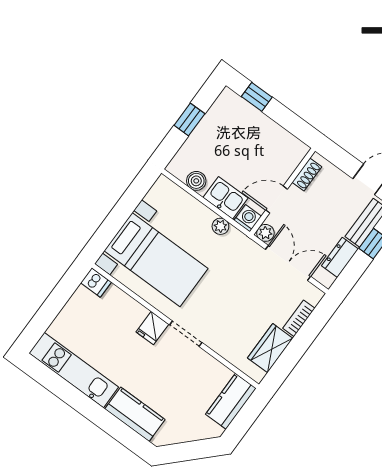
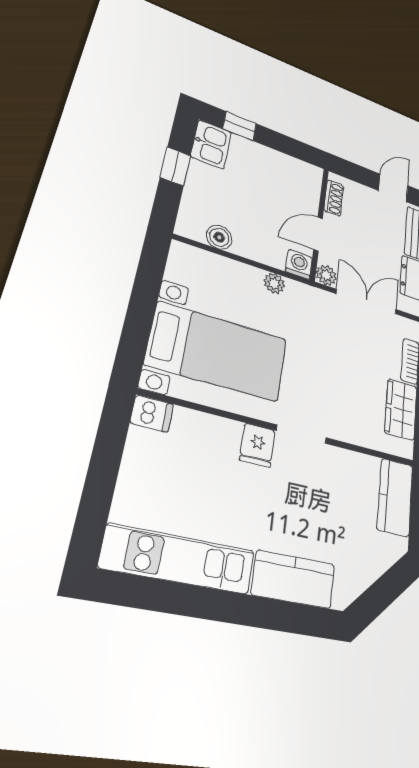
kitchen sink: (225, 198) -> (211, 144), moved, turned 90

